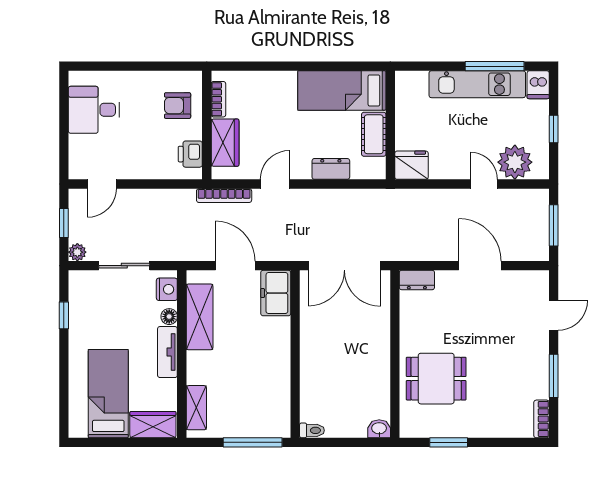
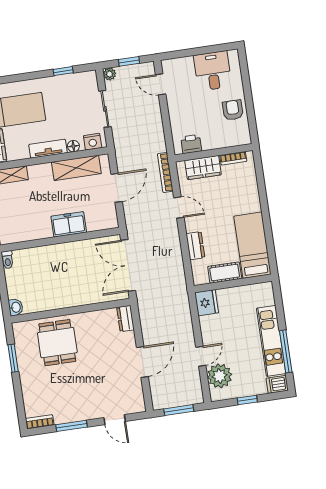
armchair: (178, 106) -> (233, 110), moved
freezer: (276, 293) -> (69, 224), moved

